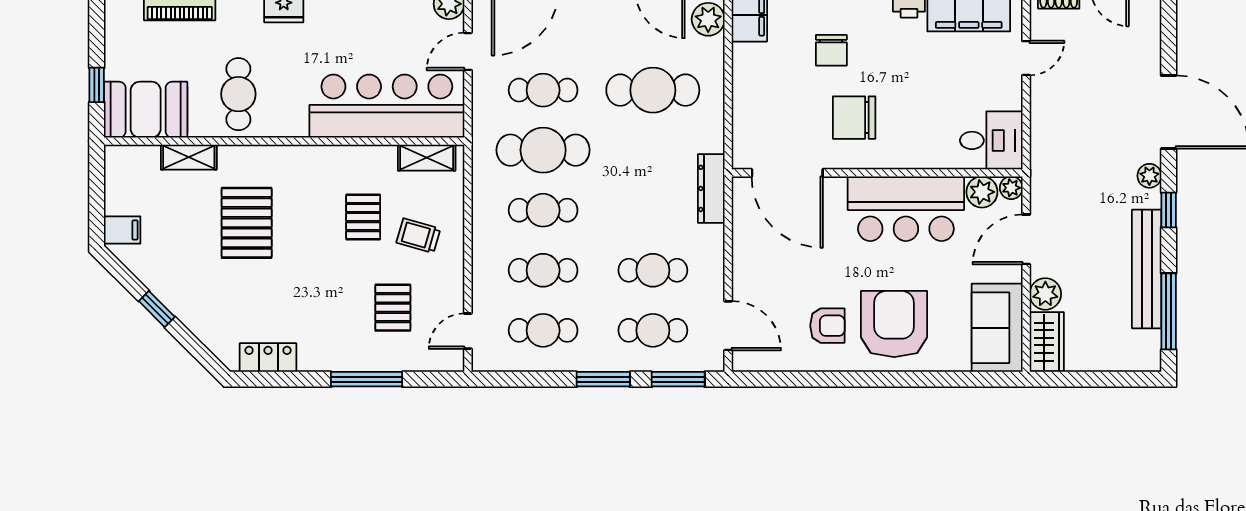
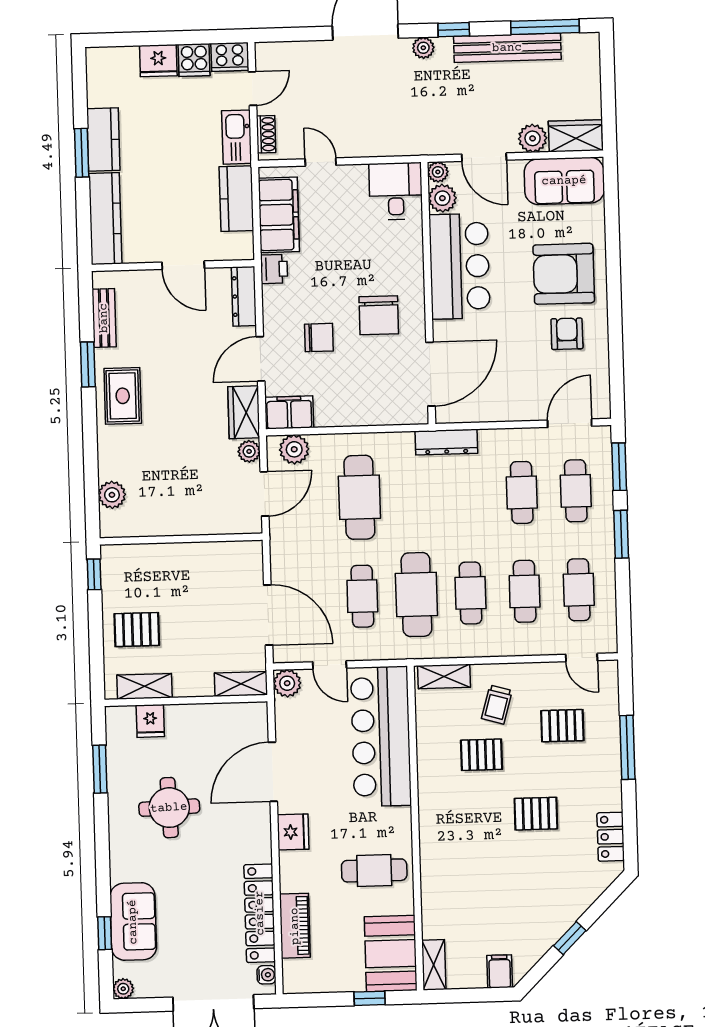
shelving: (189, 157) -> (434, 965), moved
shelving: (427, 158) -> (444, 676), moved, turned 90
pallet: (247, 223) -> (536, 814), moved, width x0.67, depth x0.71

